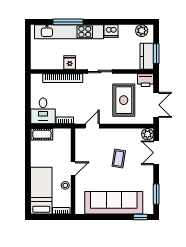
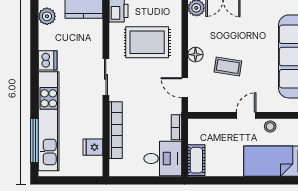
window: (68, 22) -> (34, 141), moved
fridge: (70, 62) -> (93, 147), moved
floor lamp: (115, 134) -> (195, 55), added
coffee table: (119, 159) -> (228, 66), moved
door: (73, 169) -> (246, 115), hinge flipped

